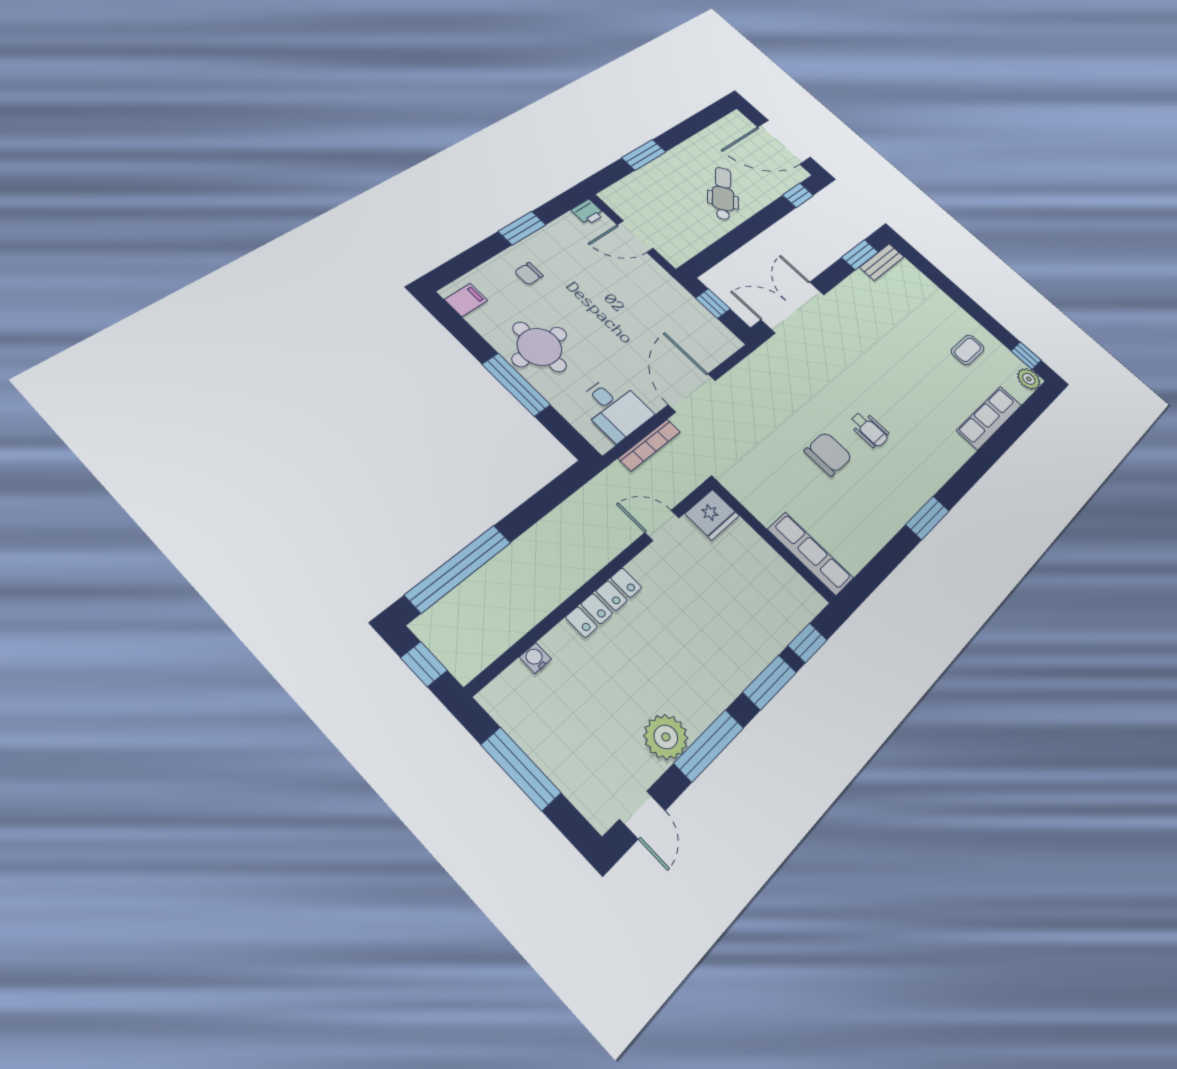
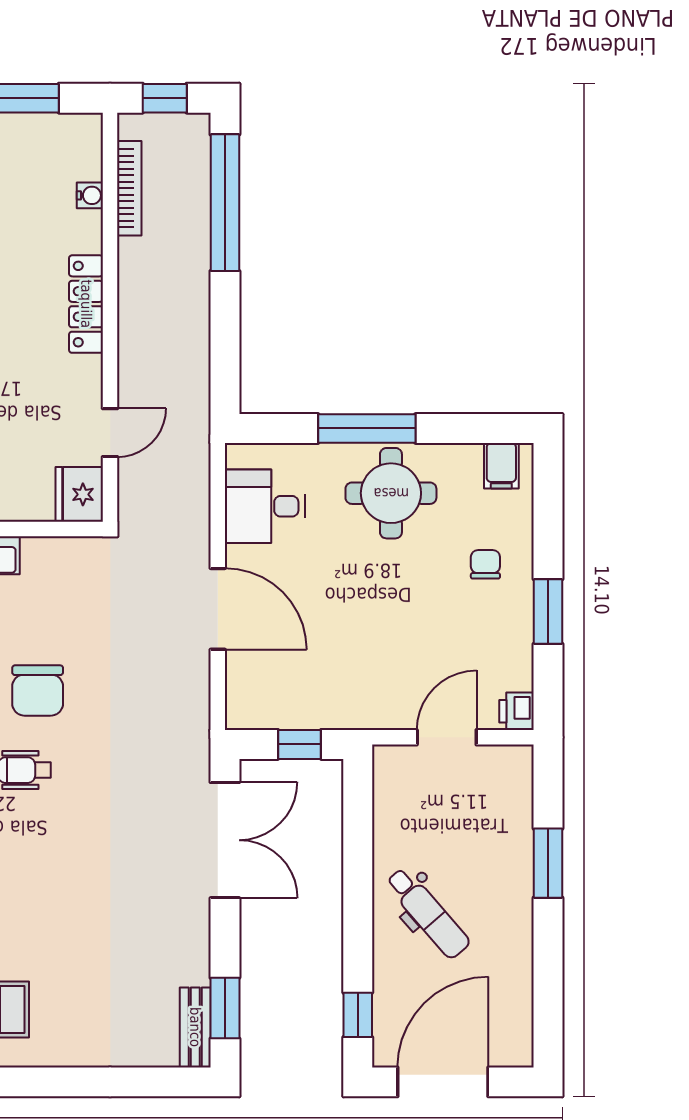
bookcase: (649, 445) -> (129, 188), moved, turned 180

